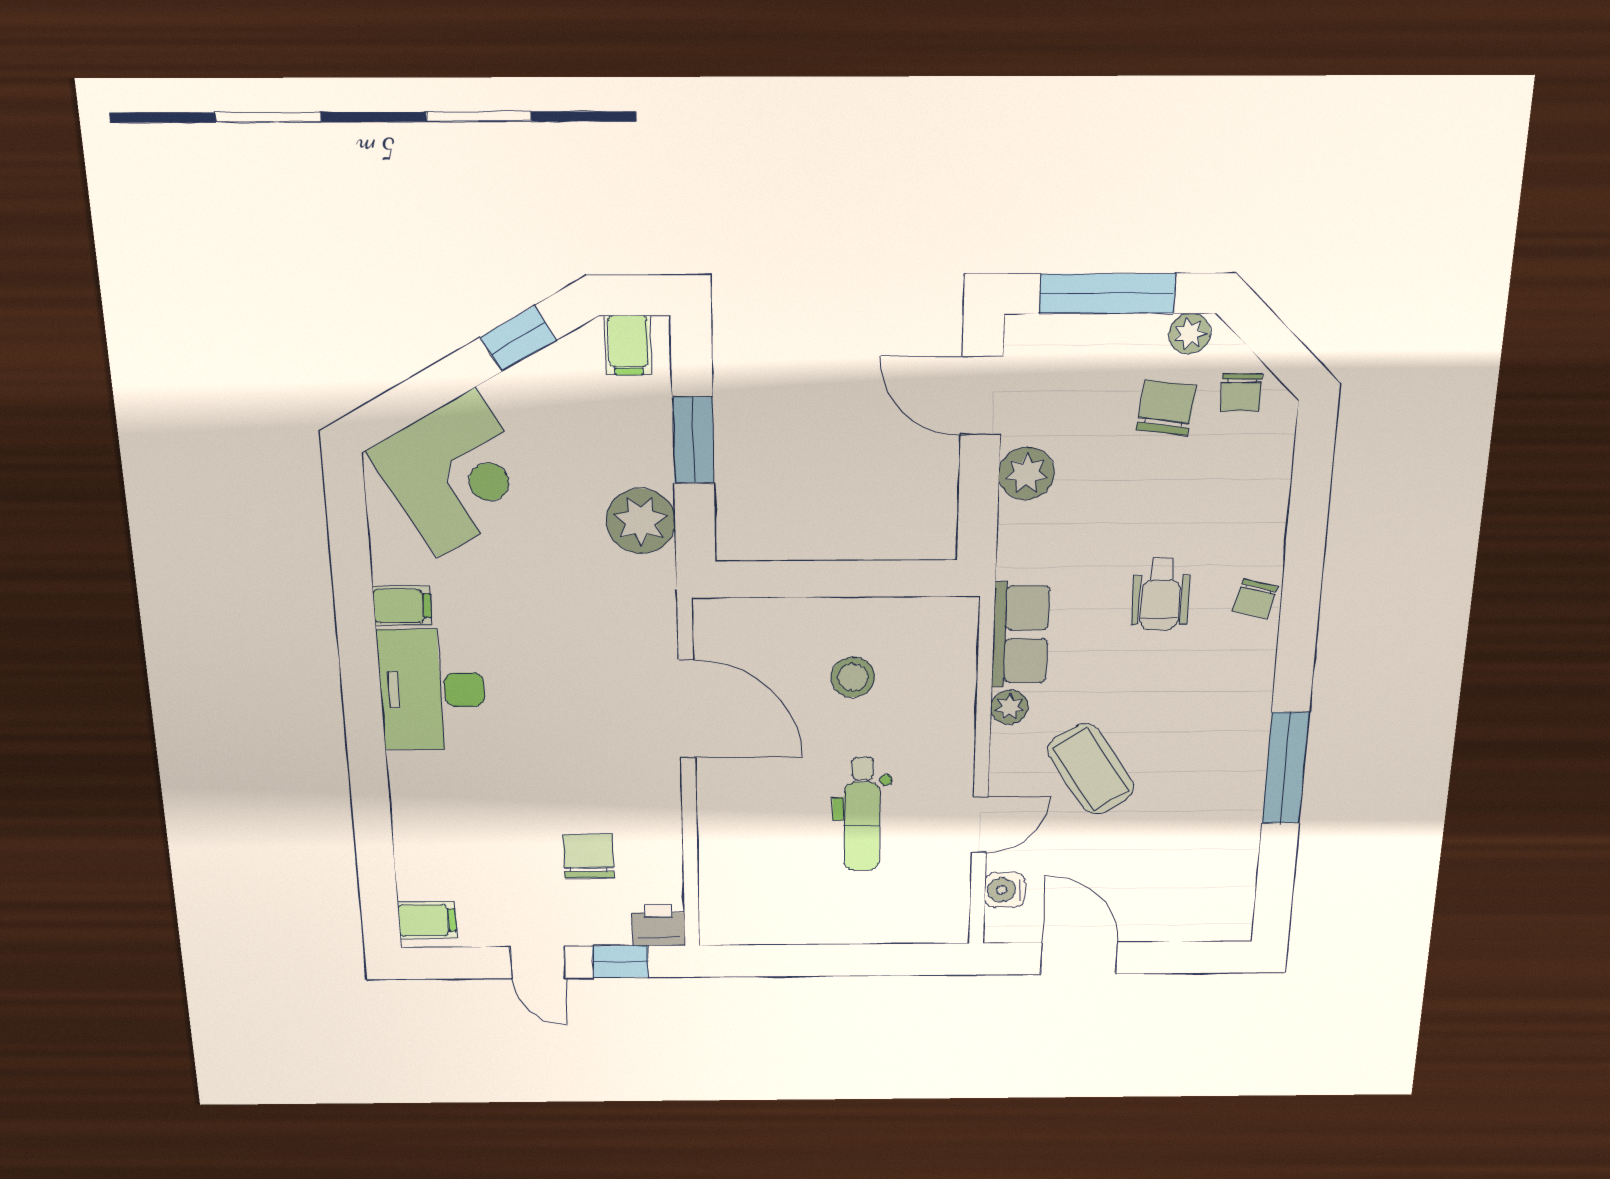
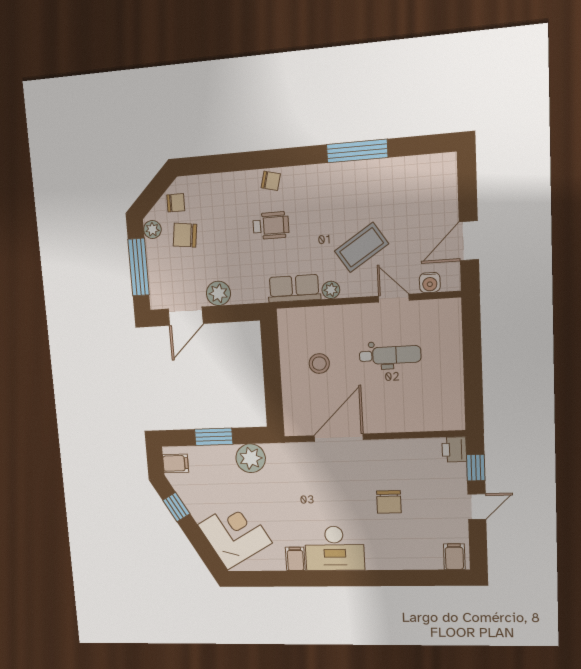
chair: (589, 856) -> (389, 502), moved, turned -90

